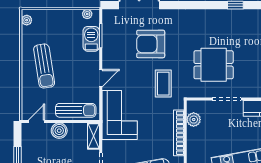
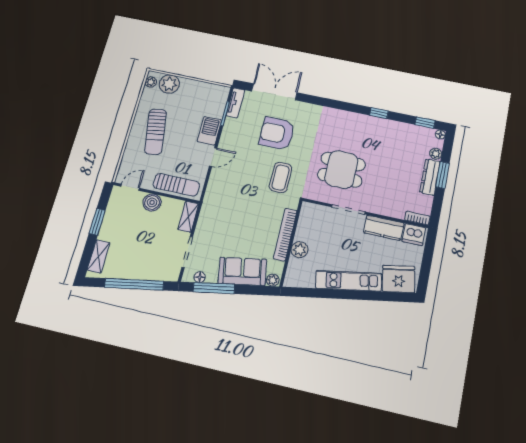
plant: (87, 14) -> (169, 84), moved, width x1.87, depth x1.87
tv unit: (107, 23) -> (236, 103), added
barbecue: (91, 39) -> (209, 131), moved
corner sofa: (120, 115) -> (224, 200), removed
plant: (194, 120) -> (300, 250), moved

